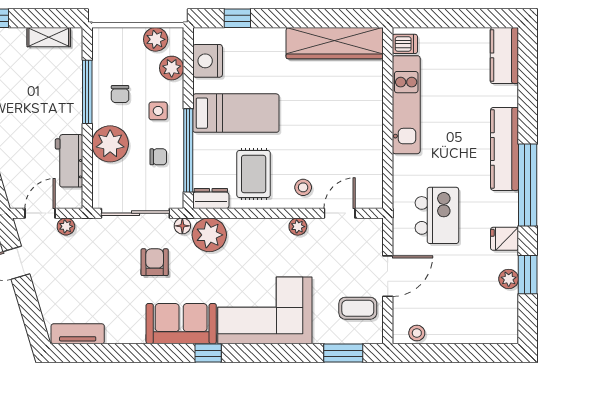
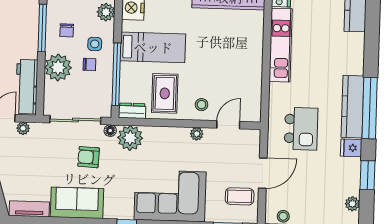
kitchen counter: (505, 149) -> (352, 107), moved
chair: (158, 157) -> (89, 64), moved
workbench: (69, 161) -> (27, 87), width x1.38
armchair: (155, 262) -> (89, 157), turned -87
plant: (509, 279) -> (352, 204), moved
sofa: (181, 324) -> (77, 203), moved

